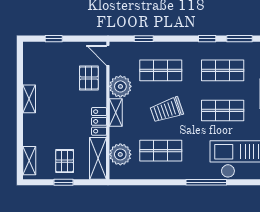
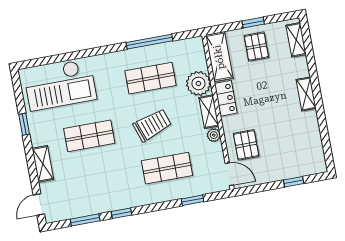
shop shelf: (223, 70) -> (98, 181), removed
plant: (120, 86) -> (214, 135), width x0.53, depth x0.53
shelving: (29, 99) -> (306, 94), moved
plant: (120, 154) -> (198, 83), moved
window: (206, 182) -> (149, 42), moved

